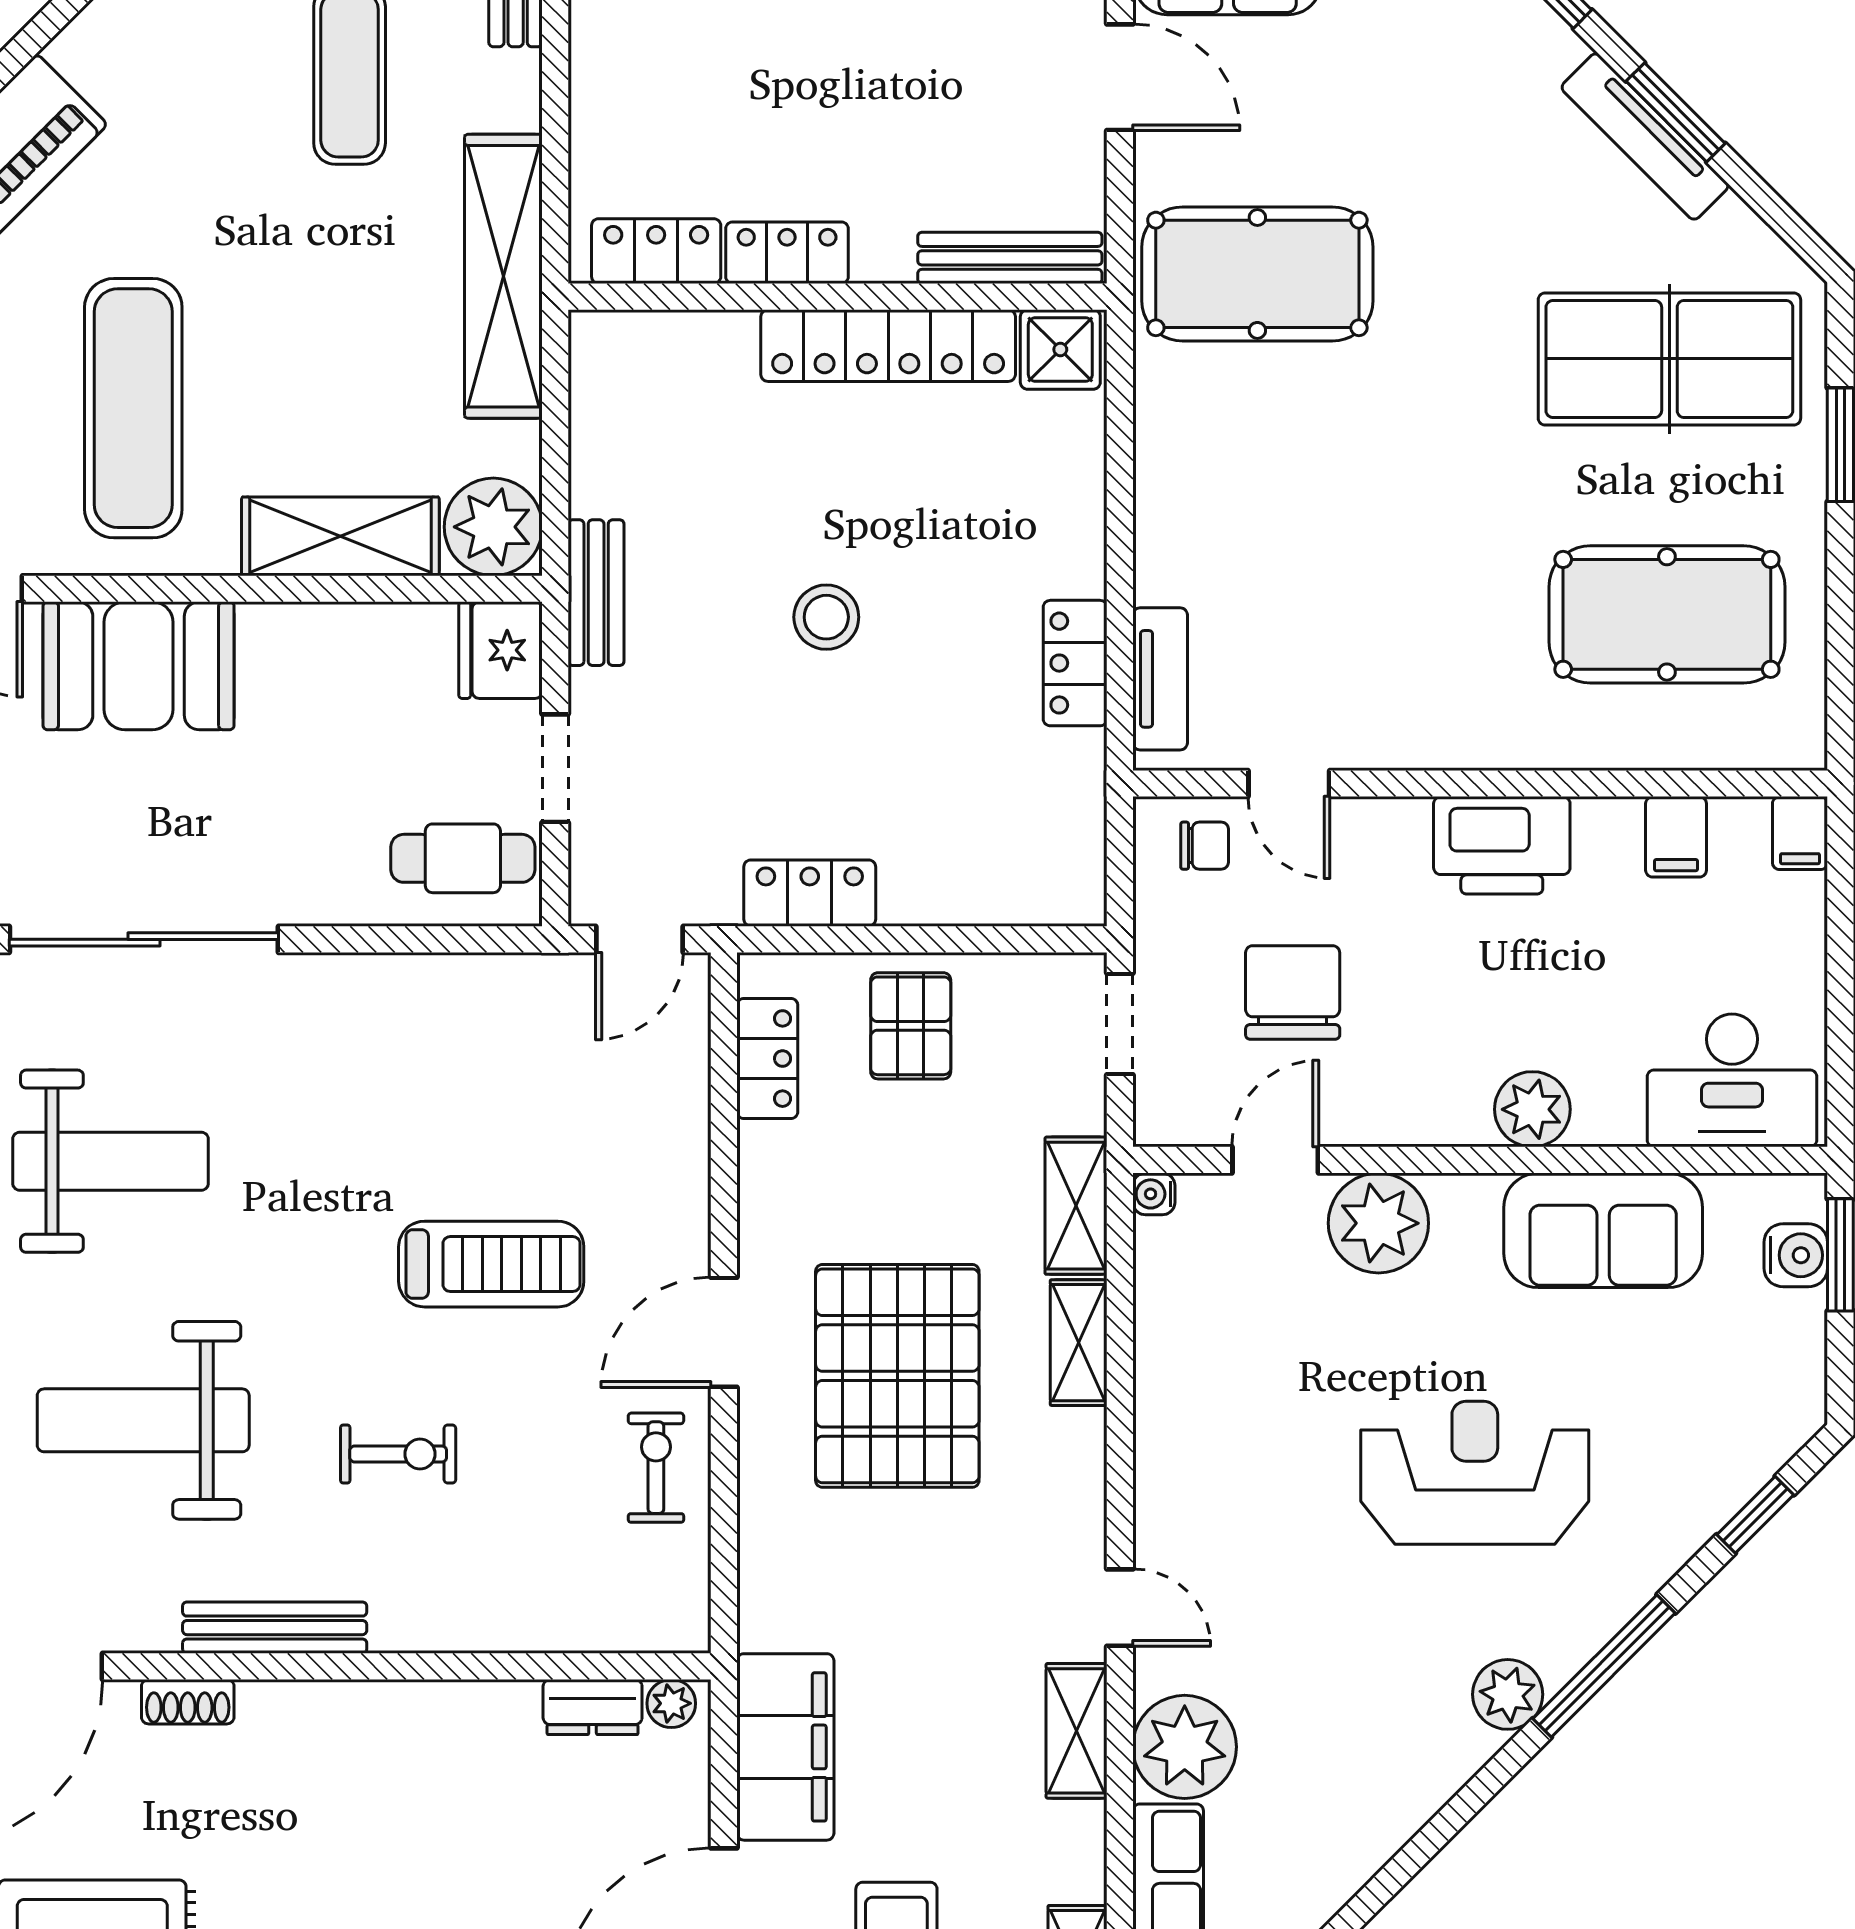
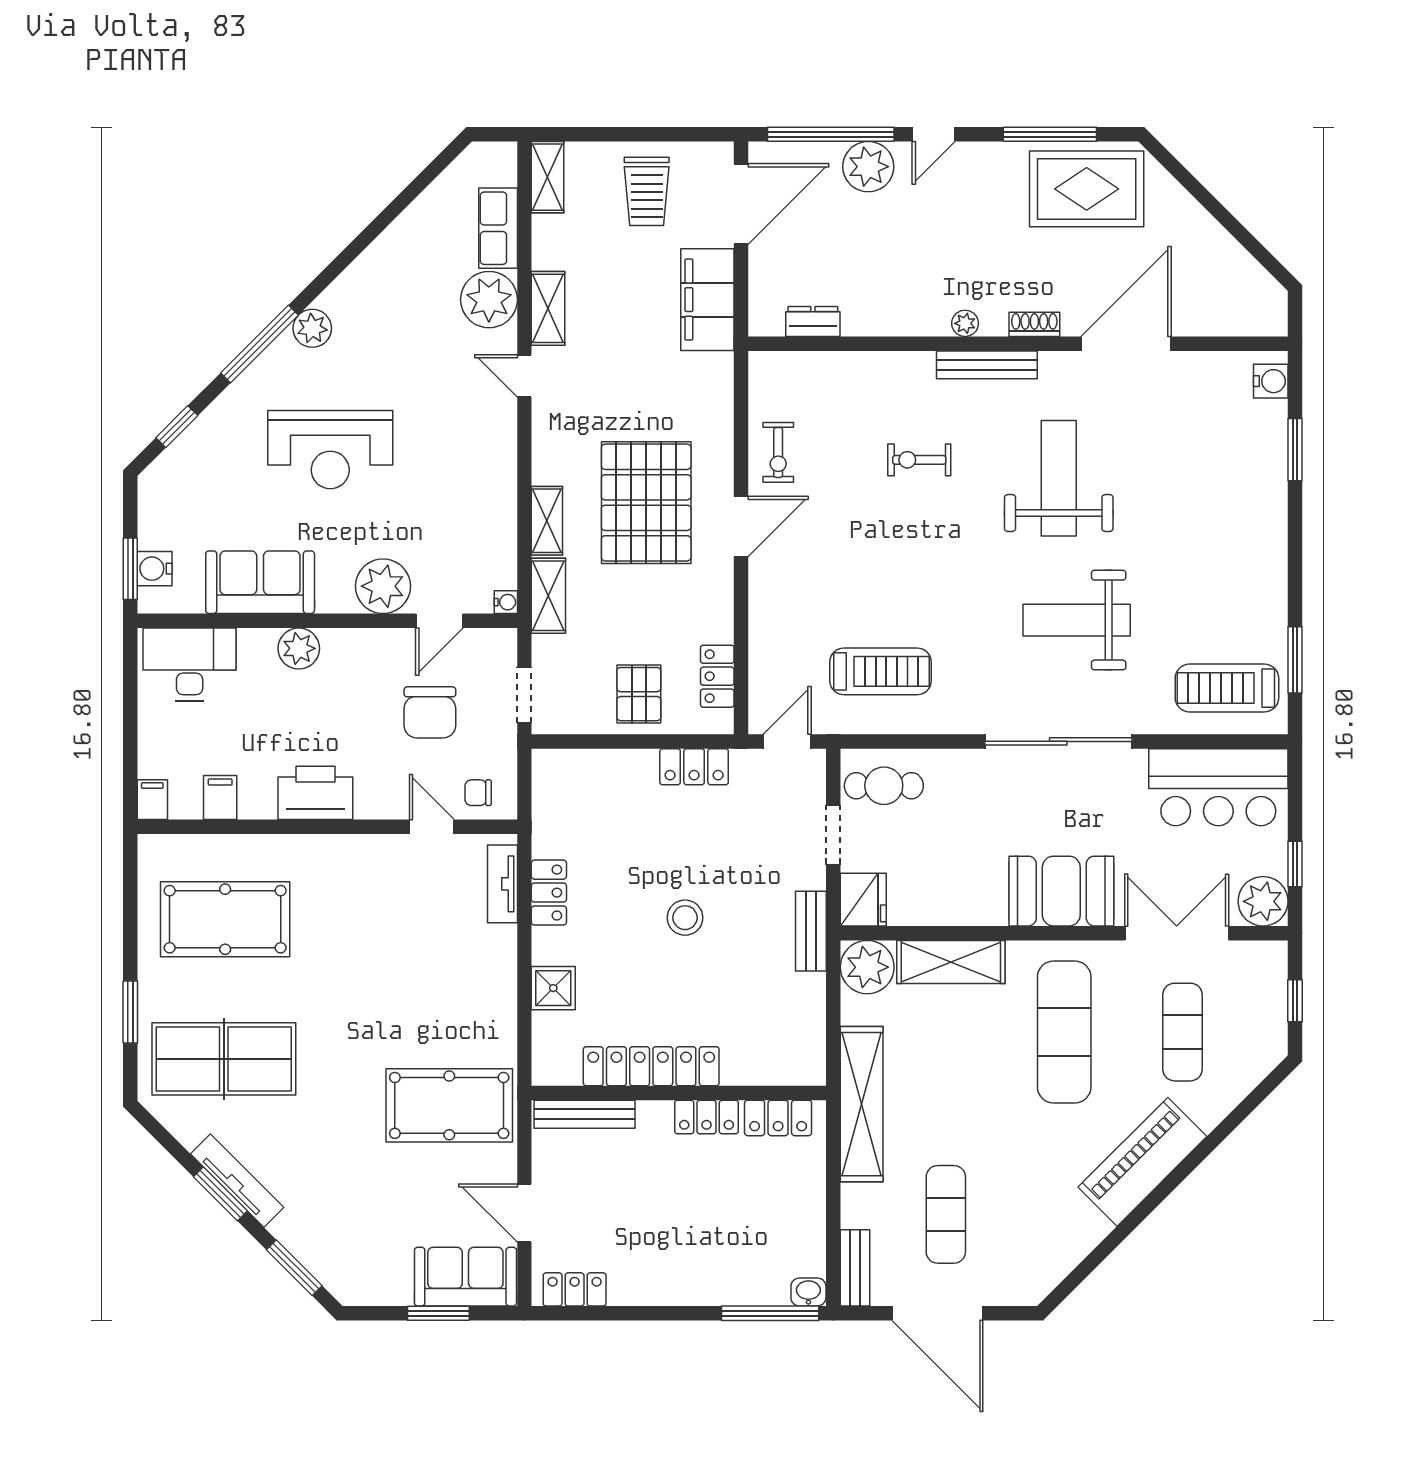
shower: (1060, 349) -> (553, 988), moved
treadmill: (491, 1264) -> (881, 671), moved, turned 180
weight bench: (143, 1420) -> (1059, 478), turned -90
plant: (671, 1703) -> (965, 323), moved

